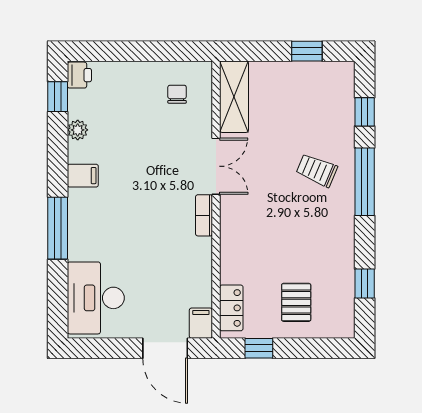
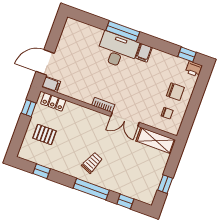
chair: (133, 93) -> (175, 92), added
plant: (78, 130) -> (167, 58), removed
trolley: (317, 170) -> (92, 163), moved
desk: (96, 298) -> (117, 50), moved

